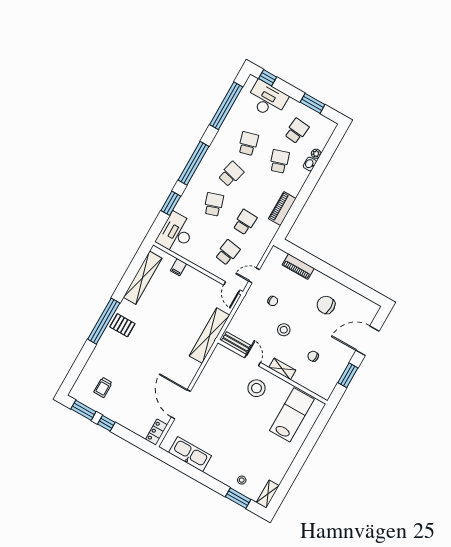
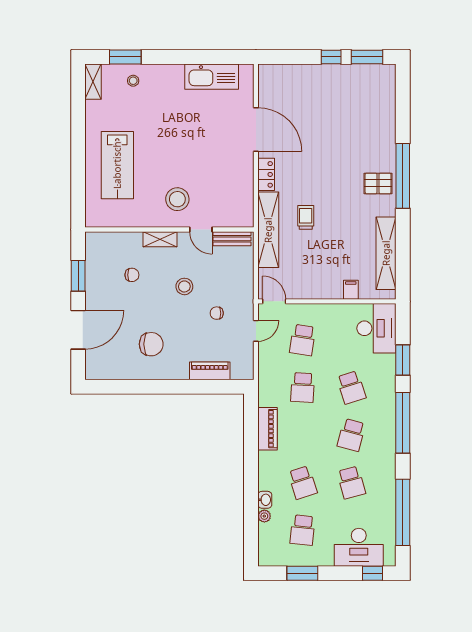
trolley: (103, 387) -> (306, 217), moved
lab bench: (292, 415) -> (117, 165), moved
locker: (156, 432) -> (266, 174), moved

